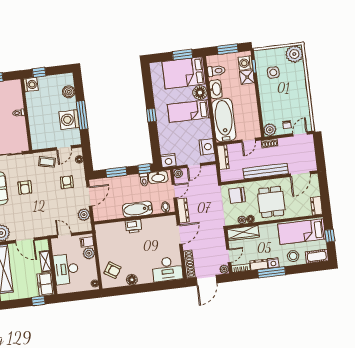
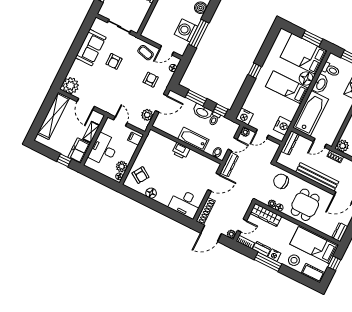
washbasin: (158, 177) -> (202, 112), moved
plant: (89, 253) -> (122, 167), moved

